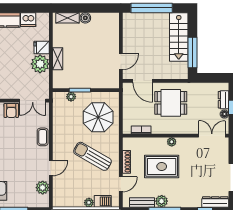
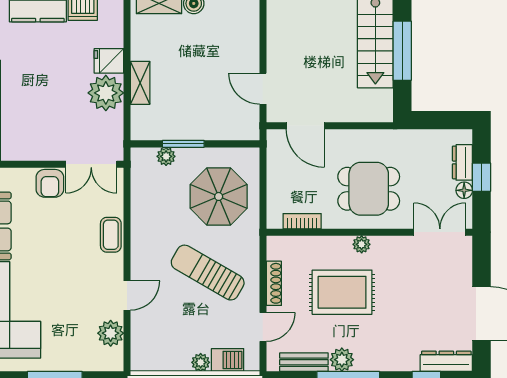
window: (193, 53) -> (402, 51), moved
door: (121, 62) -> (263, 89), swing flipped
dining table: (171, 103) -> (369, 189), moved

